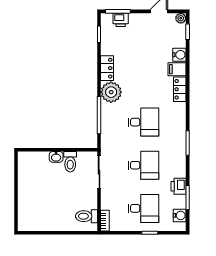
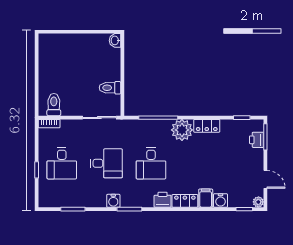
washbasin: (56, 157) -> (115, 40), moved
desk: (143, 165) -> (106, 163), turned -90
printer: (179, 186) -> (163, 200), moved
water cooler: (180, 215) -> (113, 201), moved

